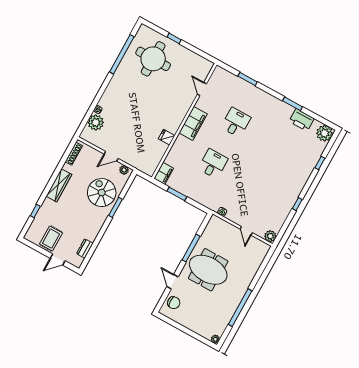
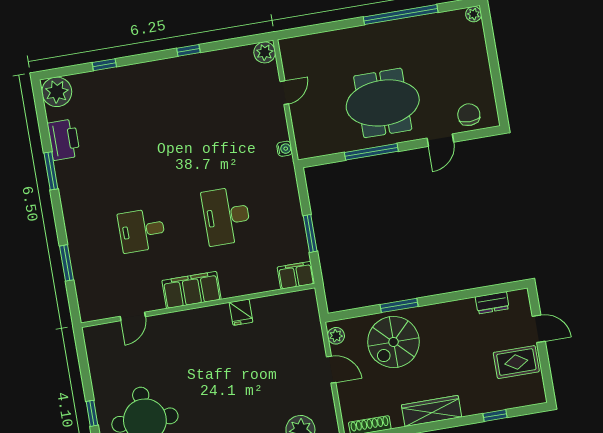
desk: (213, 164) -> (227, 216), width x1.37
meeting table: (208, 270) -> (383, 103), turned 90

